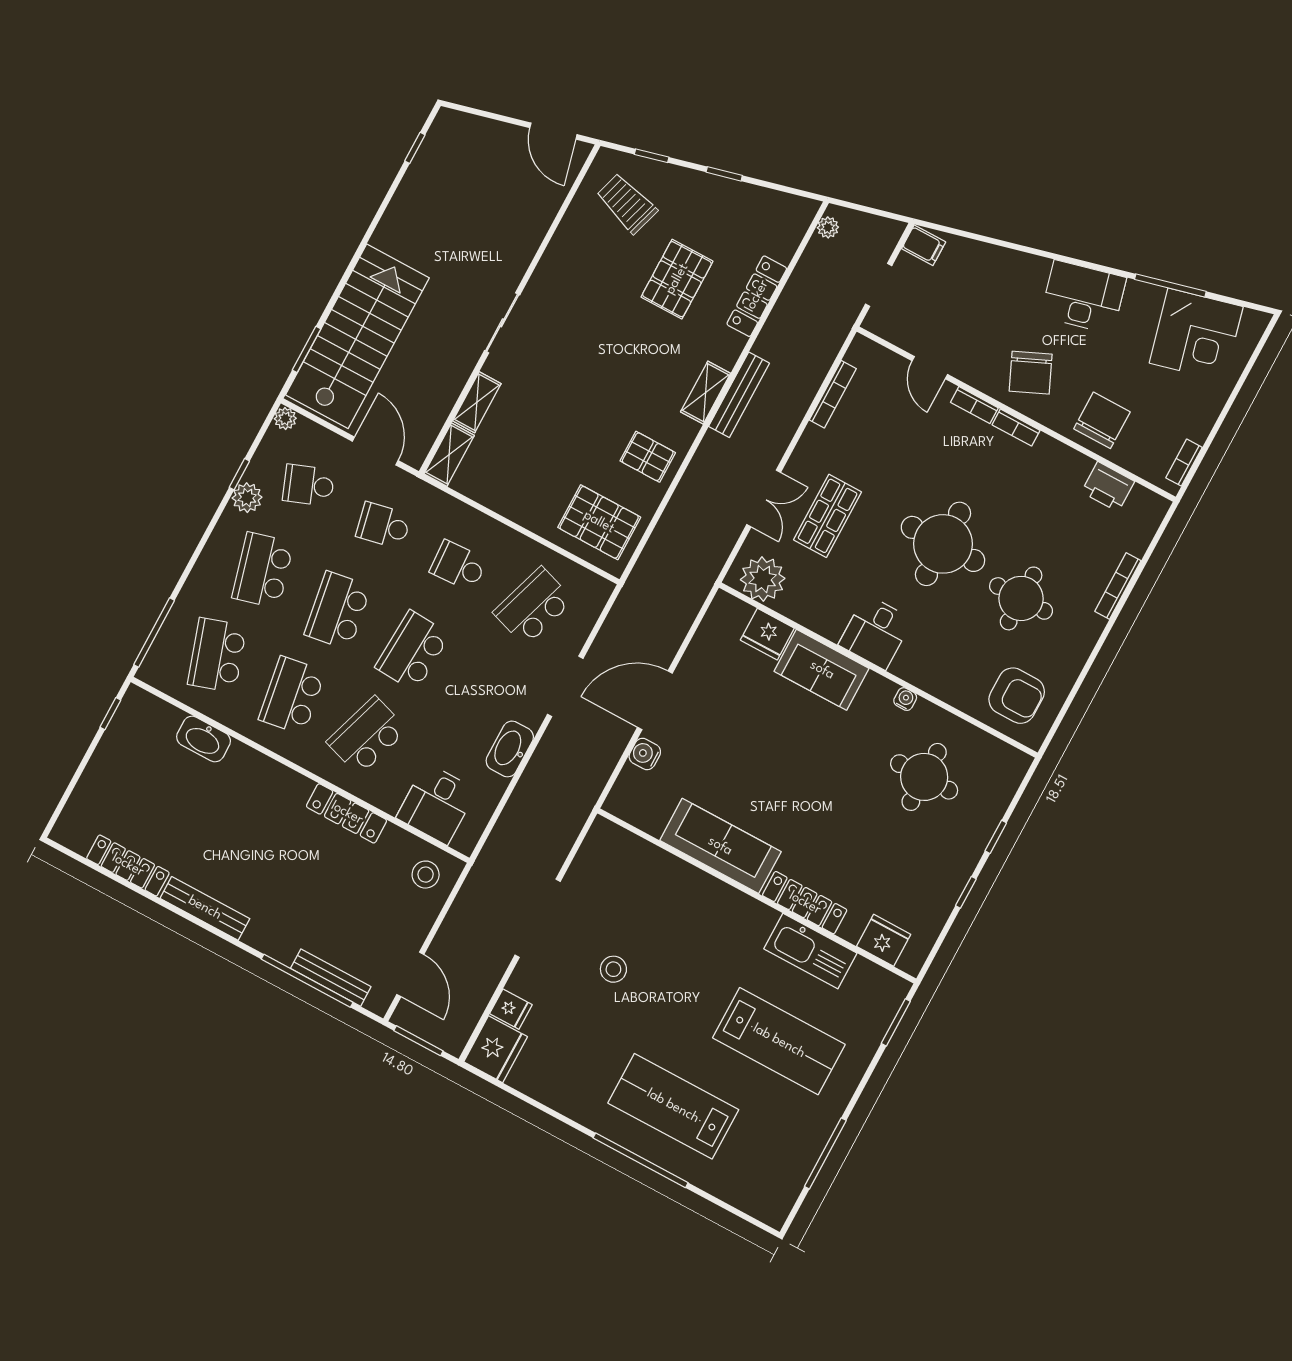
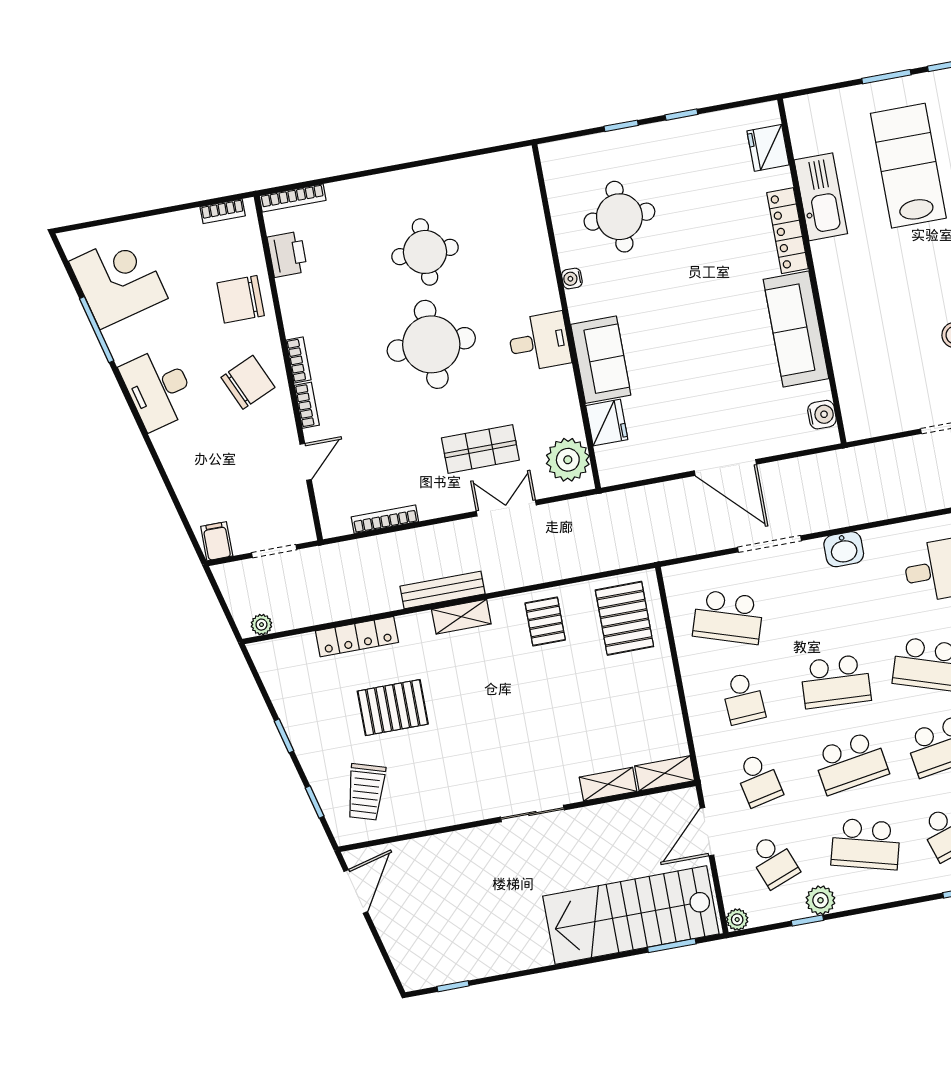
school desk: (263, 570) -> (866, 844), turned 30
bookcase: (1118, 586) -> (293, 198), moved
armchair: (1017, 696) -> (501, 196), removed
washbasin: (510, 749) -> (844, 549), width x0.72
water cooler: (645, 754) -> (822, 415), moved, turned -90
window: (896, 1022) -> (886, 77), moved

